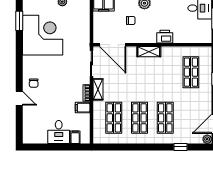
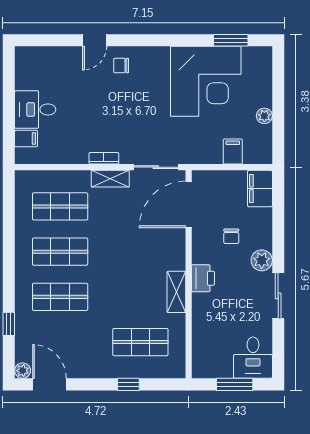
printer: (165, 37) -> (203, 278), moved
shelving: (149, 52) -> (176, 292), moved
filing cabinet: (83, 108) -> (233, 152), moved

